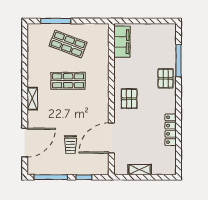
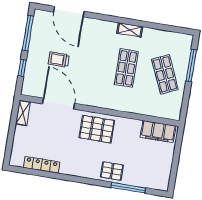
shop shelf: (68, 44) -> (165, 74), turned -45
shelving: (32, 99) -> (130, 30), moved
pallet: (129, 99) -> (97, 129), width x1.50, depth x1.42
locker: (171, 130) -> (42, 165), moved
shelving: (140, 170) -> (23, 113), moved

